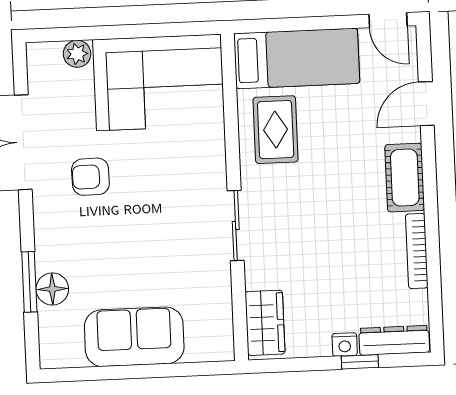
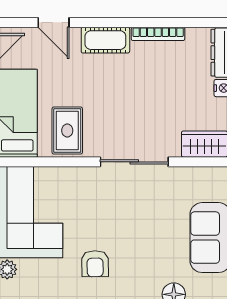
rug: (276, 130) -> (67, 131), turned 90
sliding door: (236, 225) -> (134, 162), width x1.37

